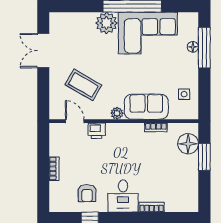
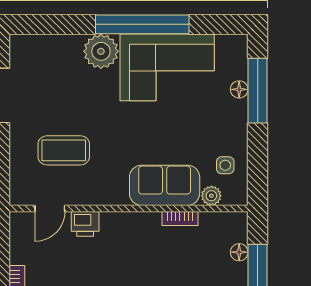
coffee table: (83, 85) -> (64, 150), turned -30
plant: (117, 113) -> (211, 196), moved
door: (75, 121) -> (50, 208), swing flipped
floor lamp: (188, 144) -> (239, 252), width x0.53, depth x0.53

